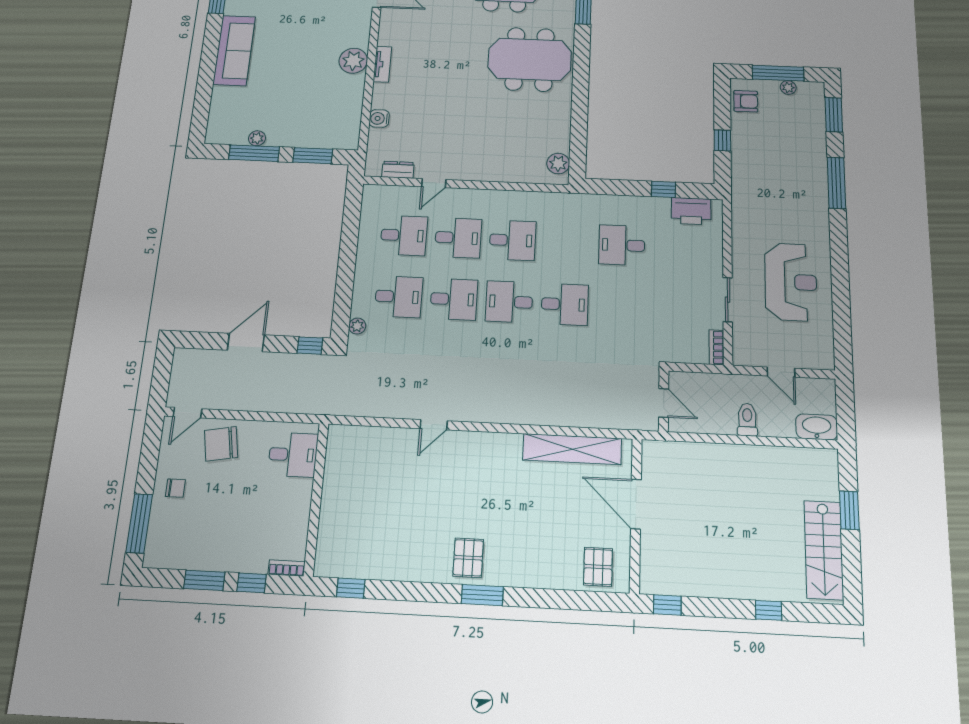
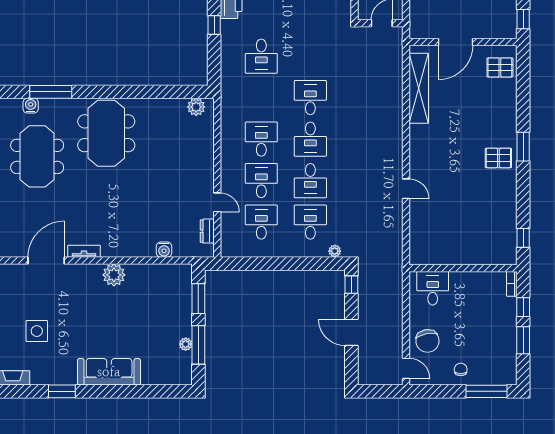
tv unit: (382, 64) -> (84, 251), moved
desk: (454, 299) -> (310, 181), turned 180

